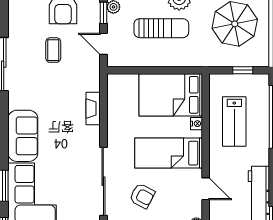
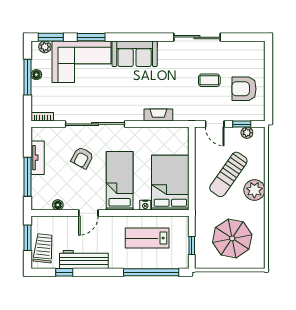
sun lounger: (161, 28) -> (228, 174), turned 35
door: (103, 44) -> (215, 124), swing flipped

